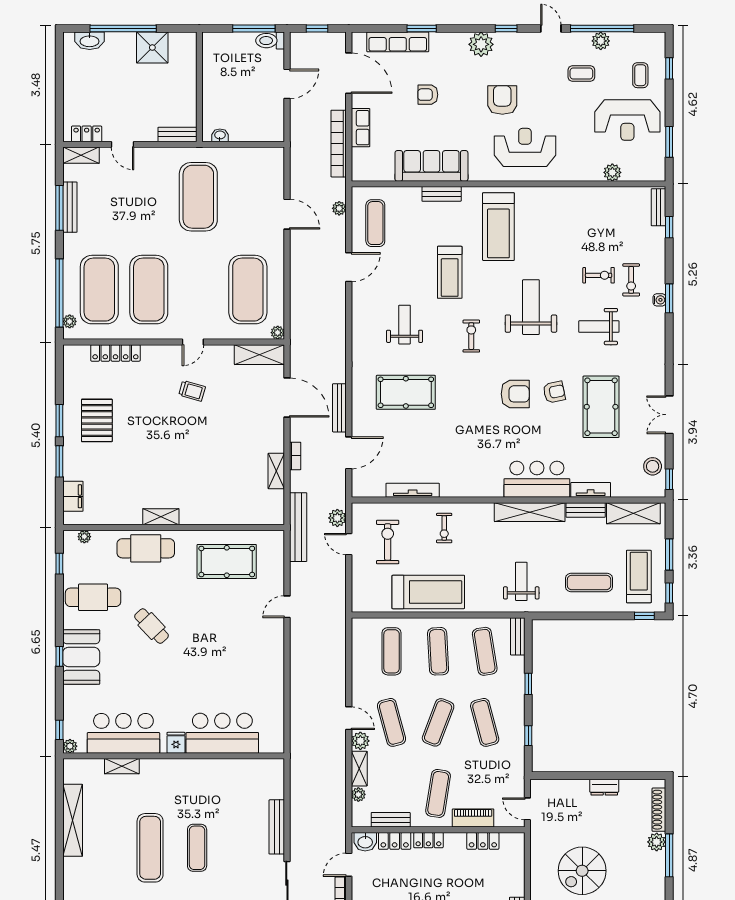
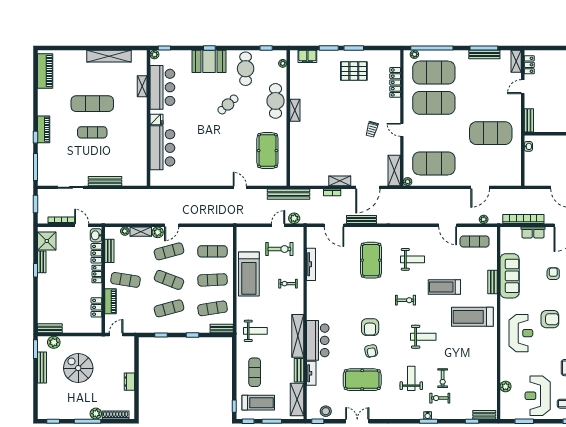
weight bench: (531, 307) -> (423, 337), width x0.73, depth x0.75
shelving: (276, 471) -> (340, 181), moved

